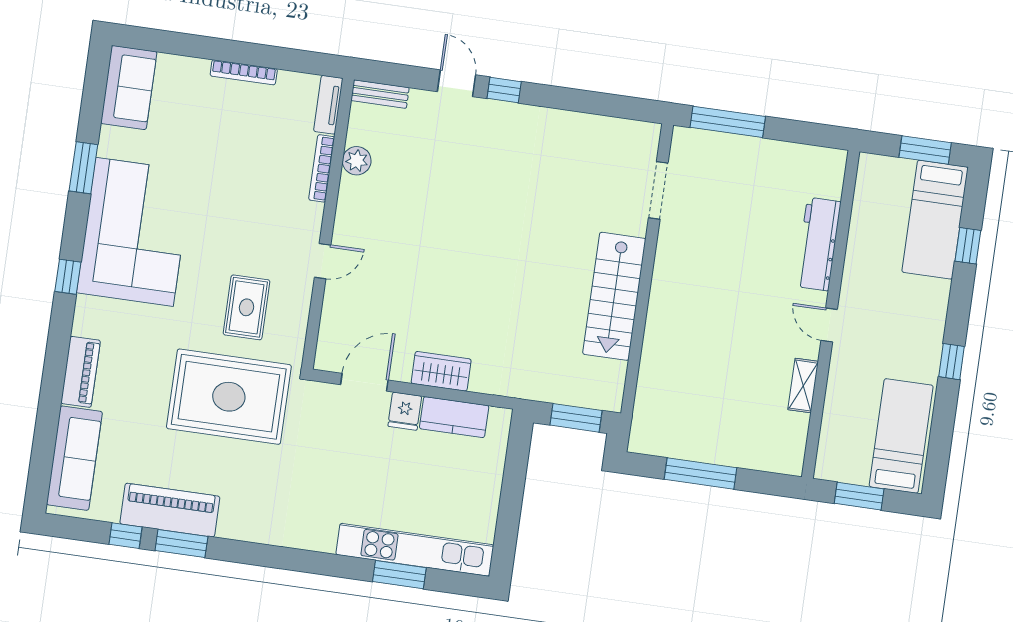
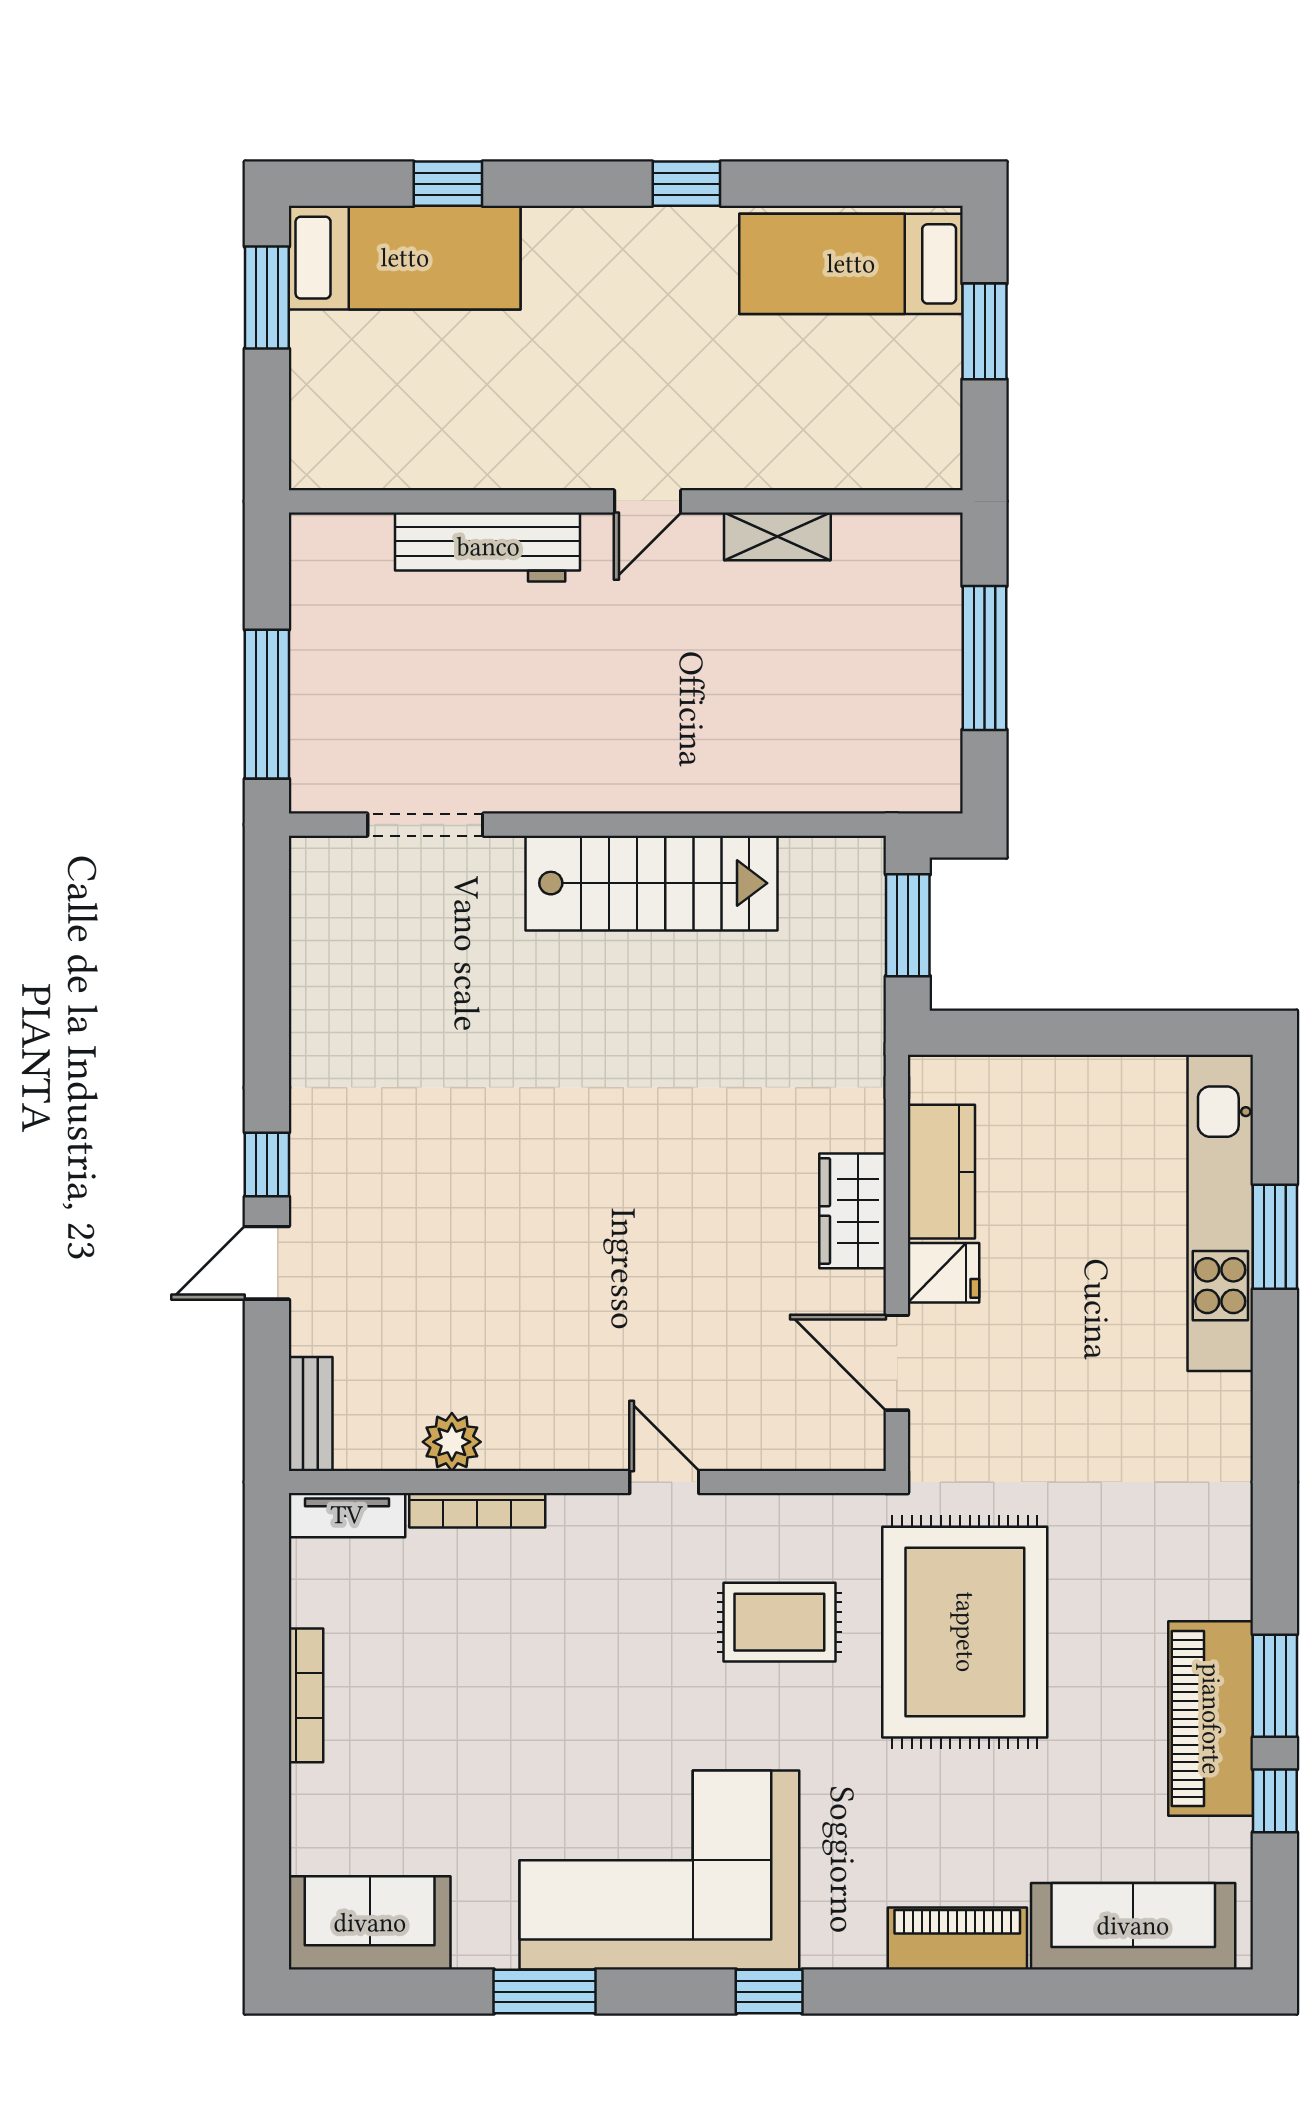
workbench: (818, 244) -> (488, 547), moved
wall: (831, 314) -> (626, 501), moved
door: (829, 325) -> (648, 501), moved
shelving: (803, 386) -> (777, 536), moved

